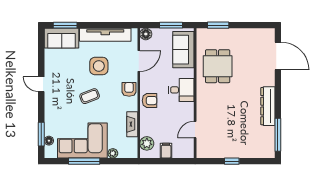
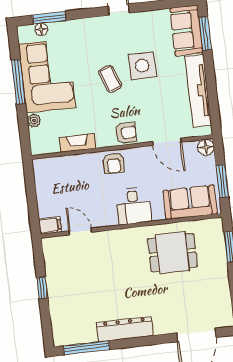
side table: (99, 66) -> (142, 66), moved
plant: (147, 143) -> (53, 166), removed
filing cabinet: (166, 151) -> (50, 225), moved

